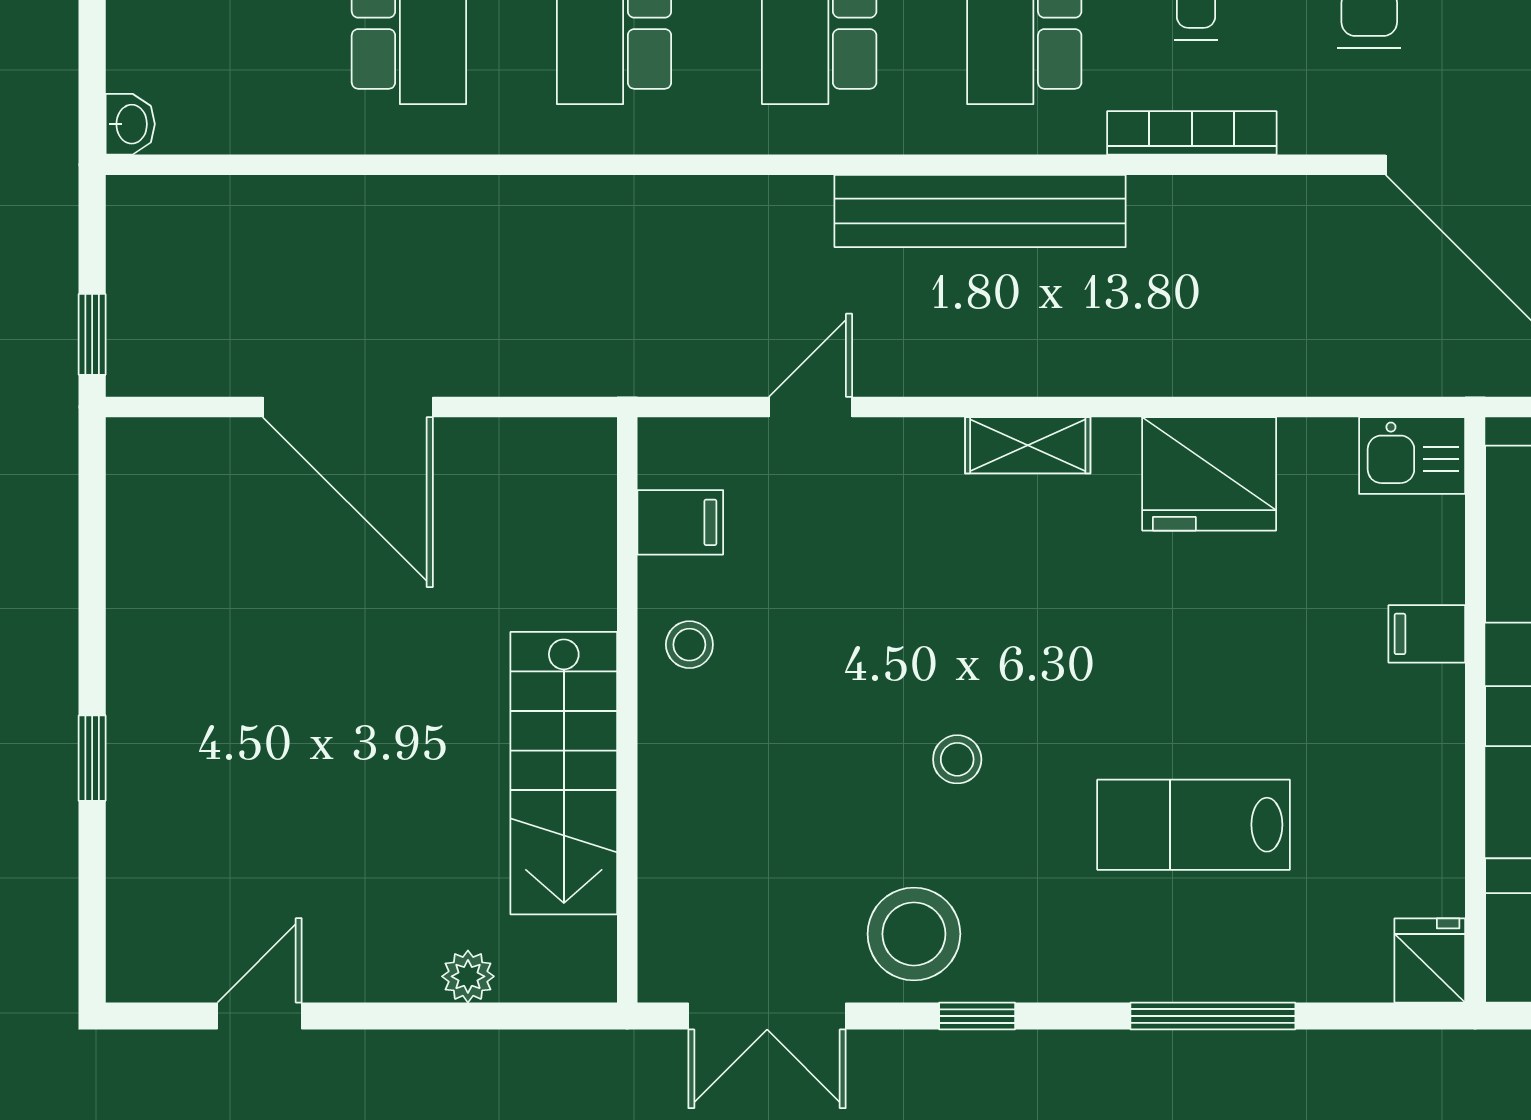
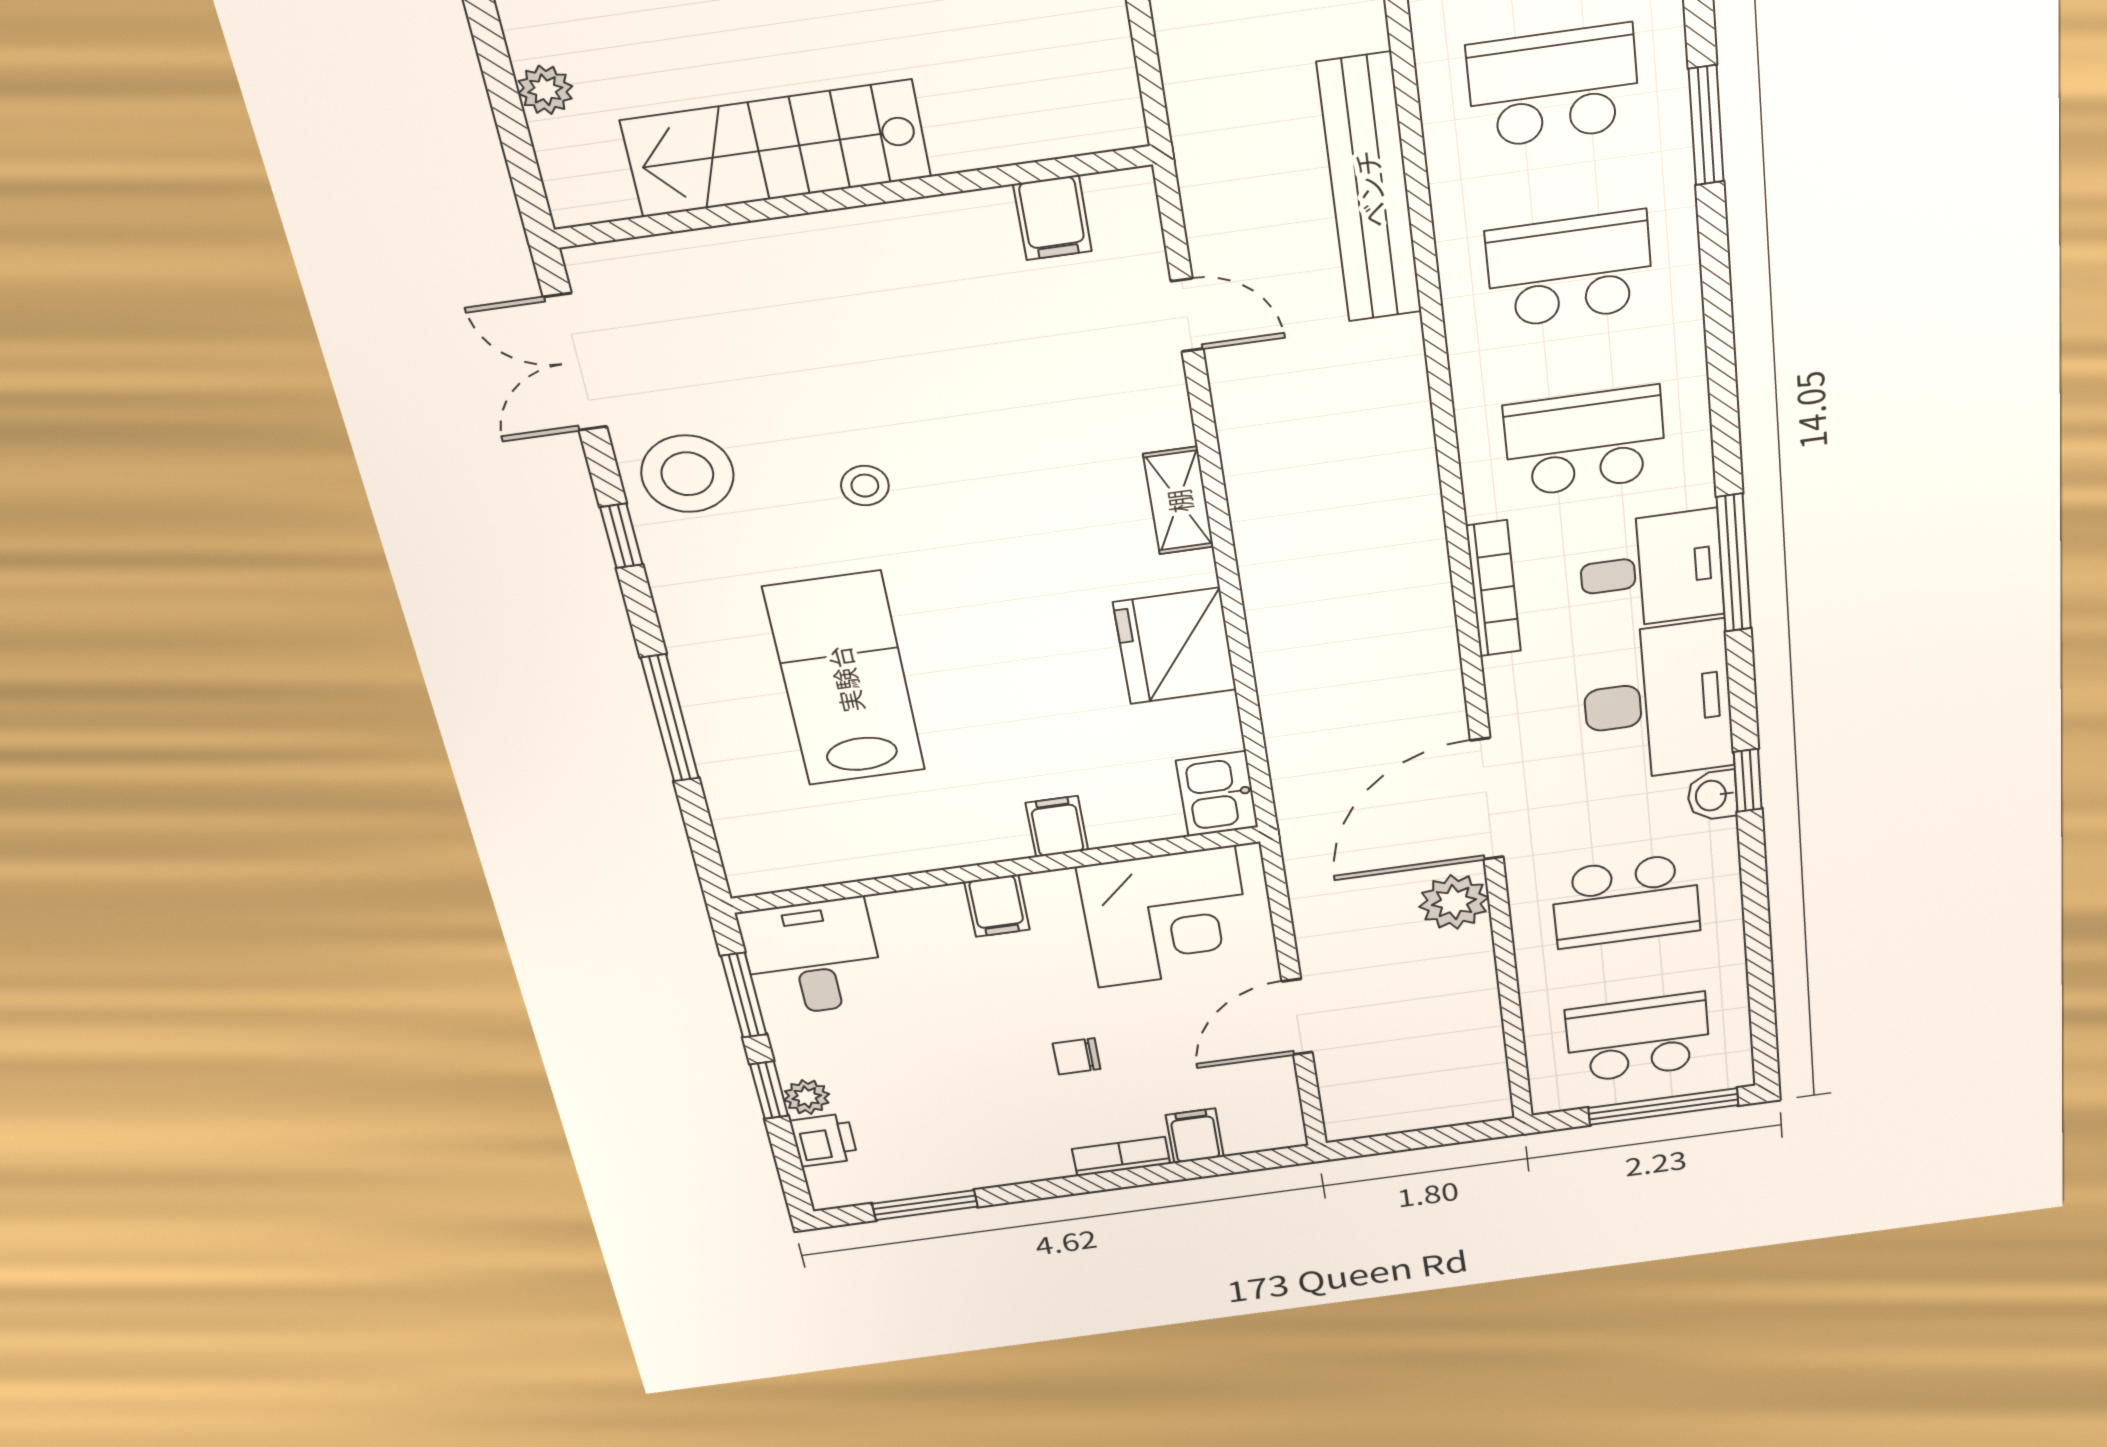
bench: (980, 211) -> (1370, 189), moved
stool: (689, 645) -> (931, 243), removed
lab bench: (1194, 825) -> (845, 679), width x1.36, depth x1.39
fridge: (1430, 960) -> (762, 869), removed

